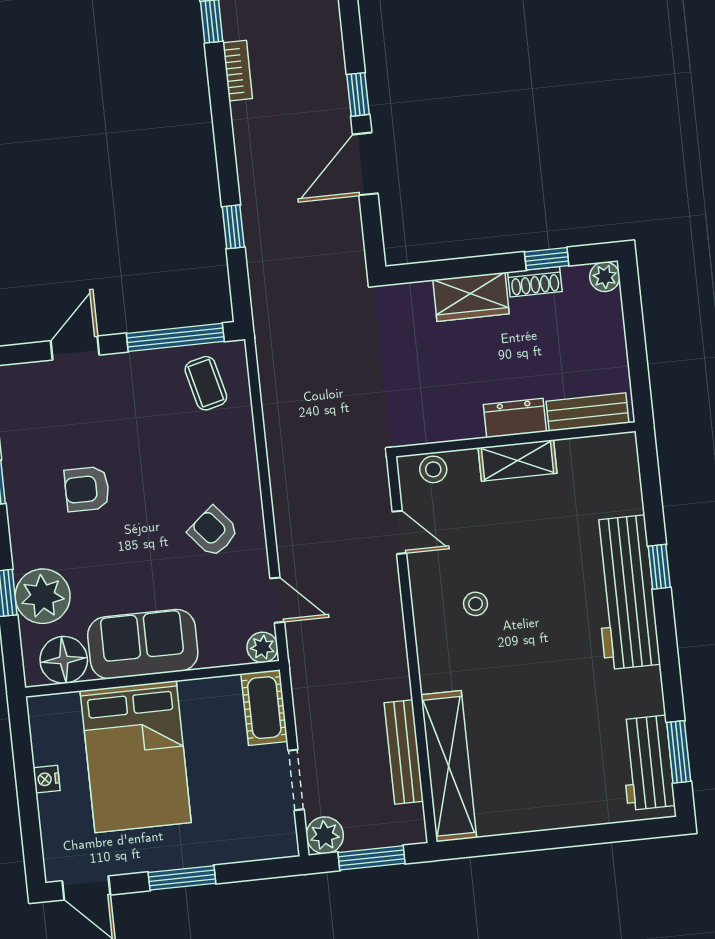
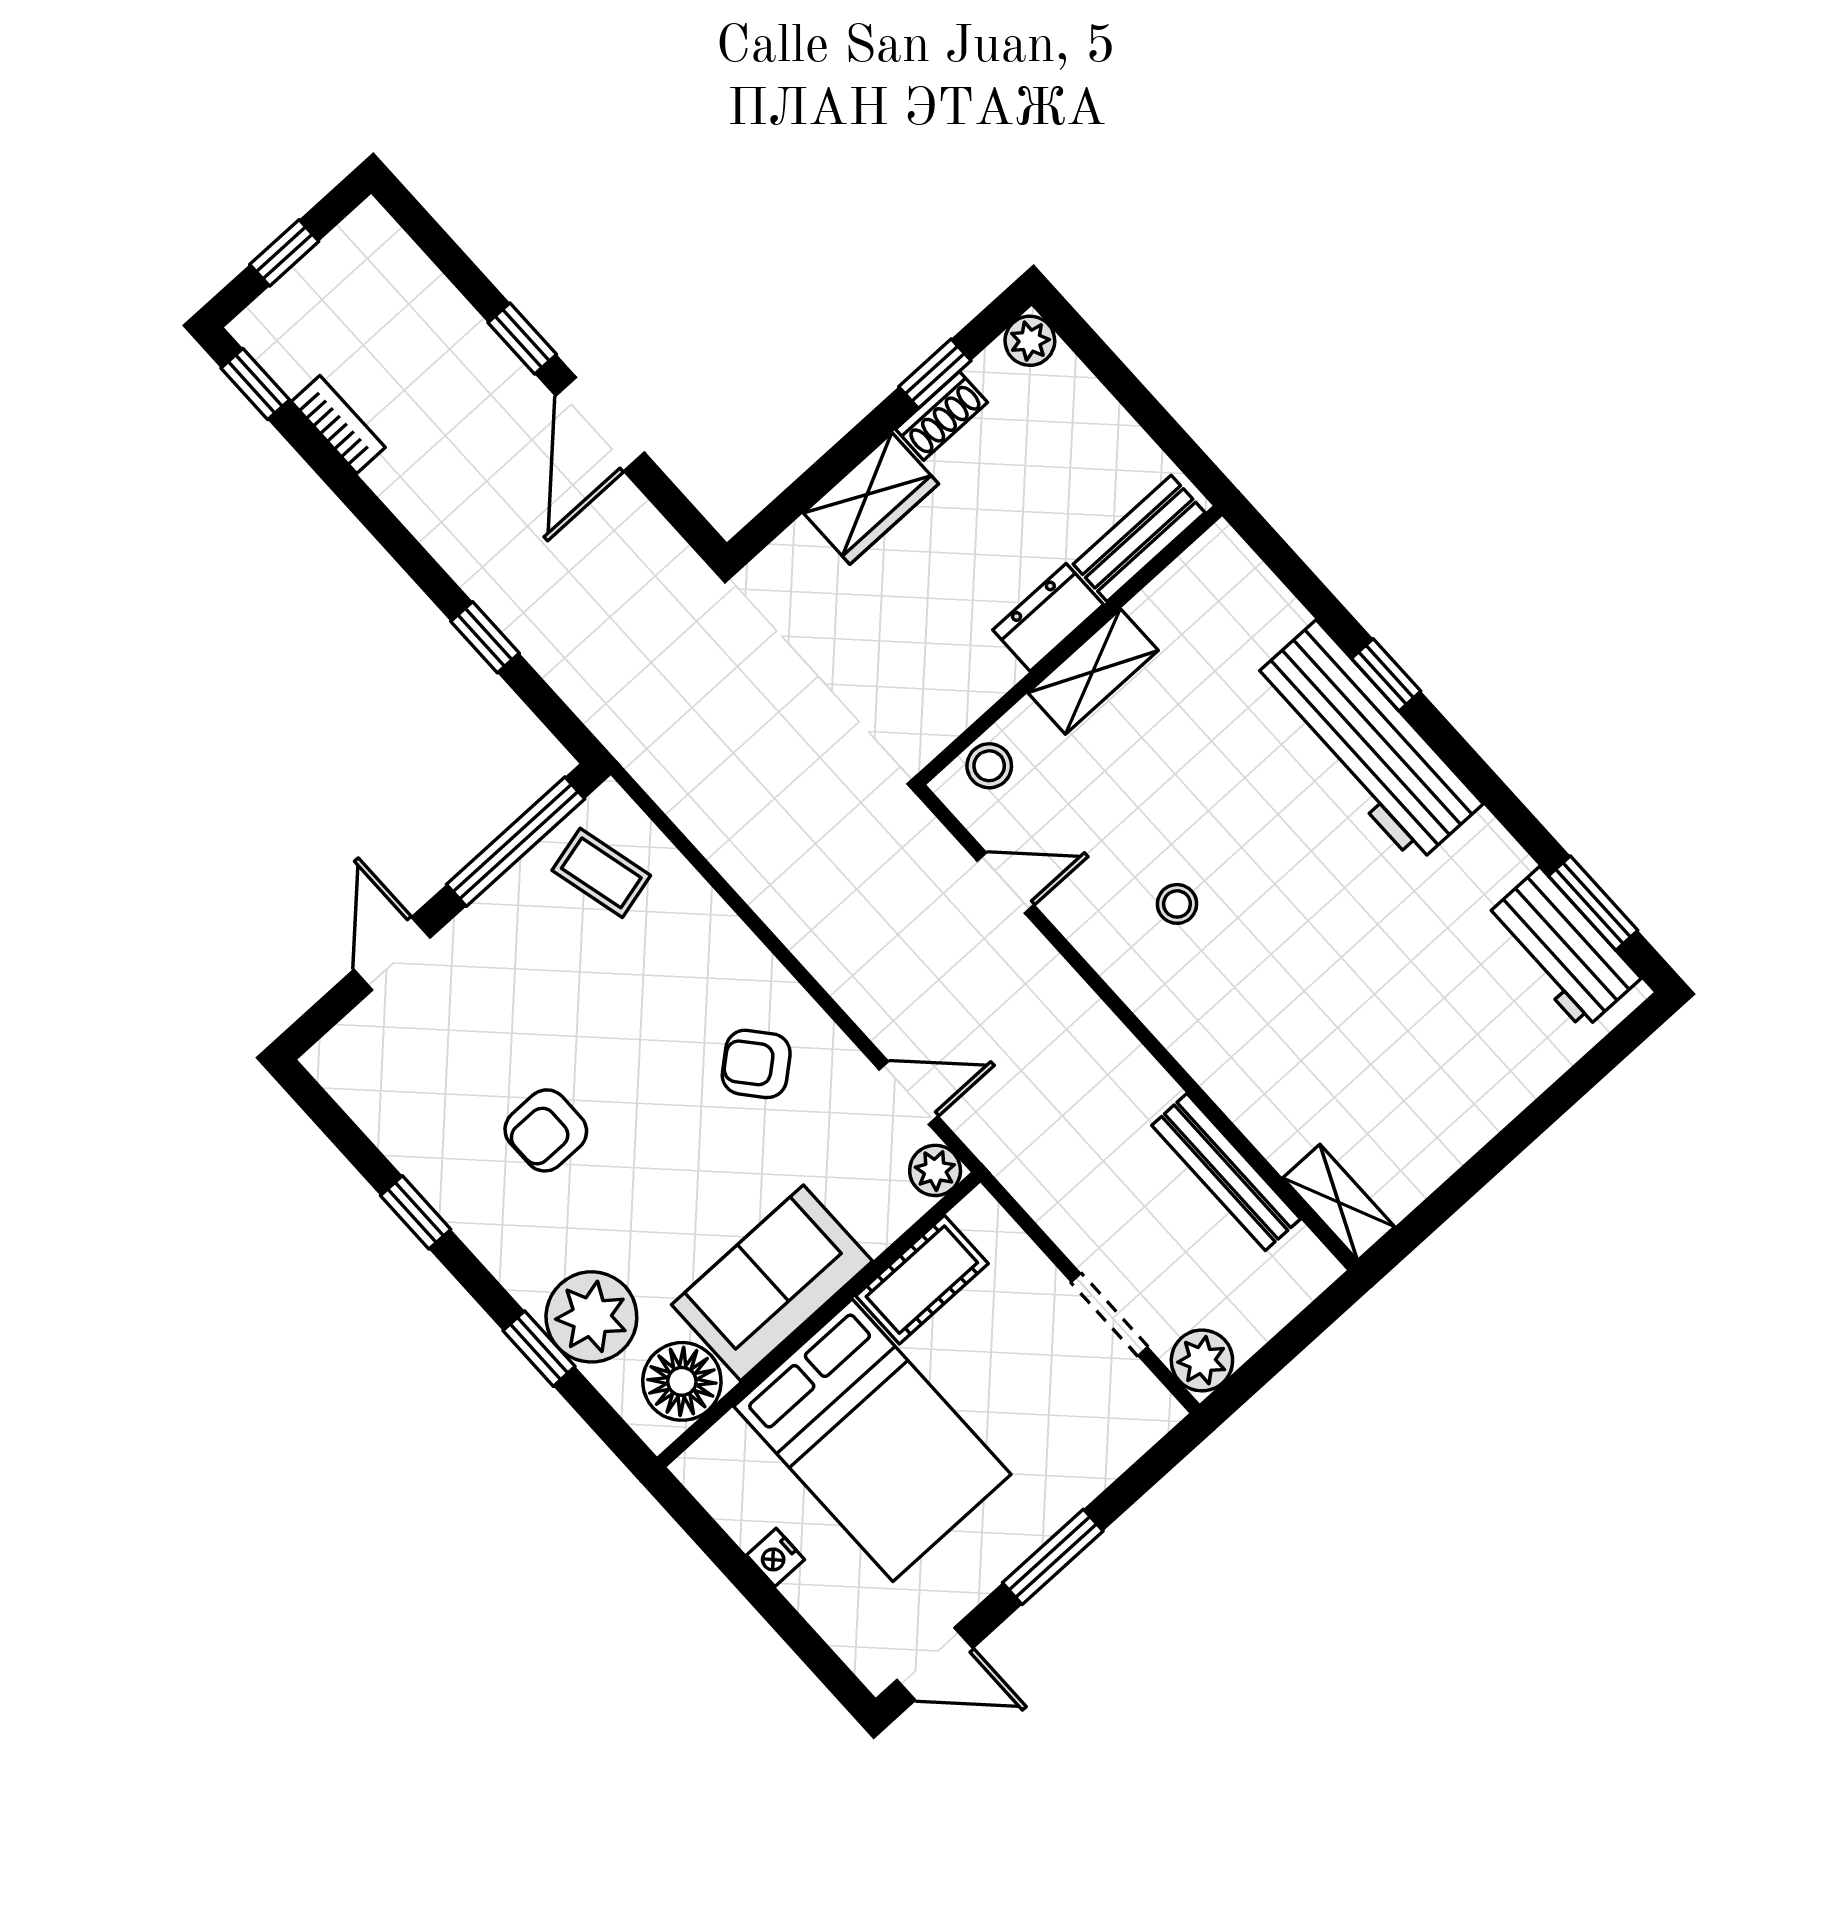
cot: (264, 708) -> (922, 1280), moved, turned 90
shelving: (449, 766) -> (1339, 1202), width x0.45, depth x0.75
window: (372, 858) -> (1287, 1345), removed

